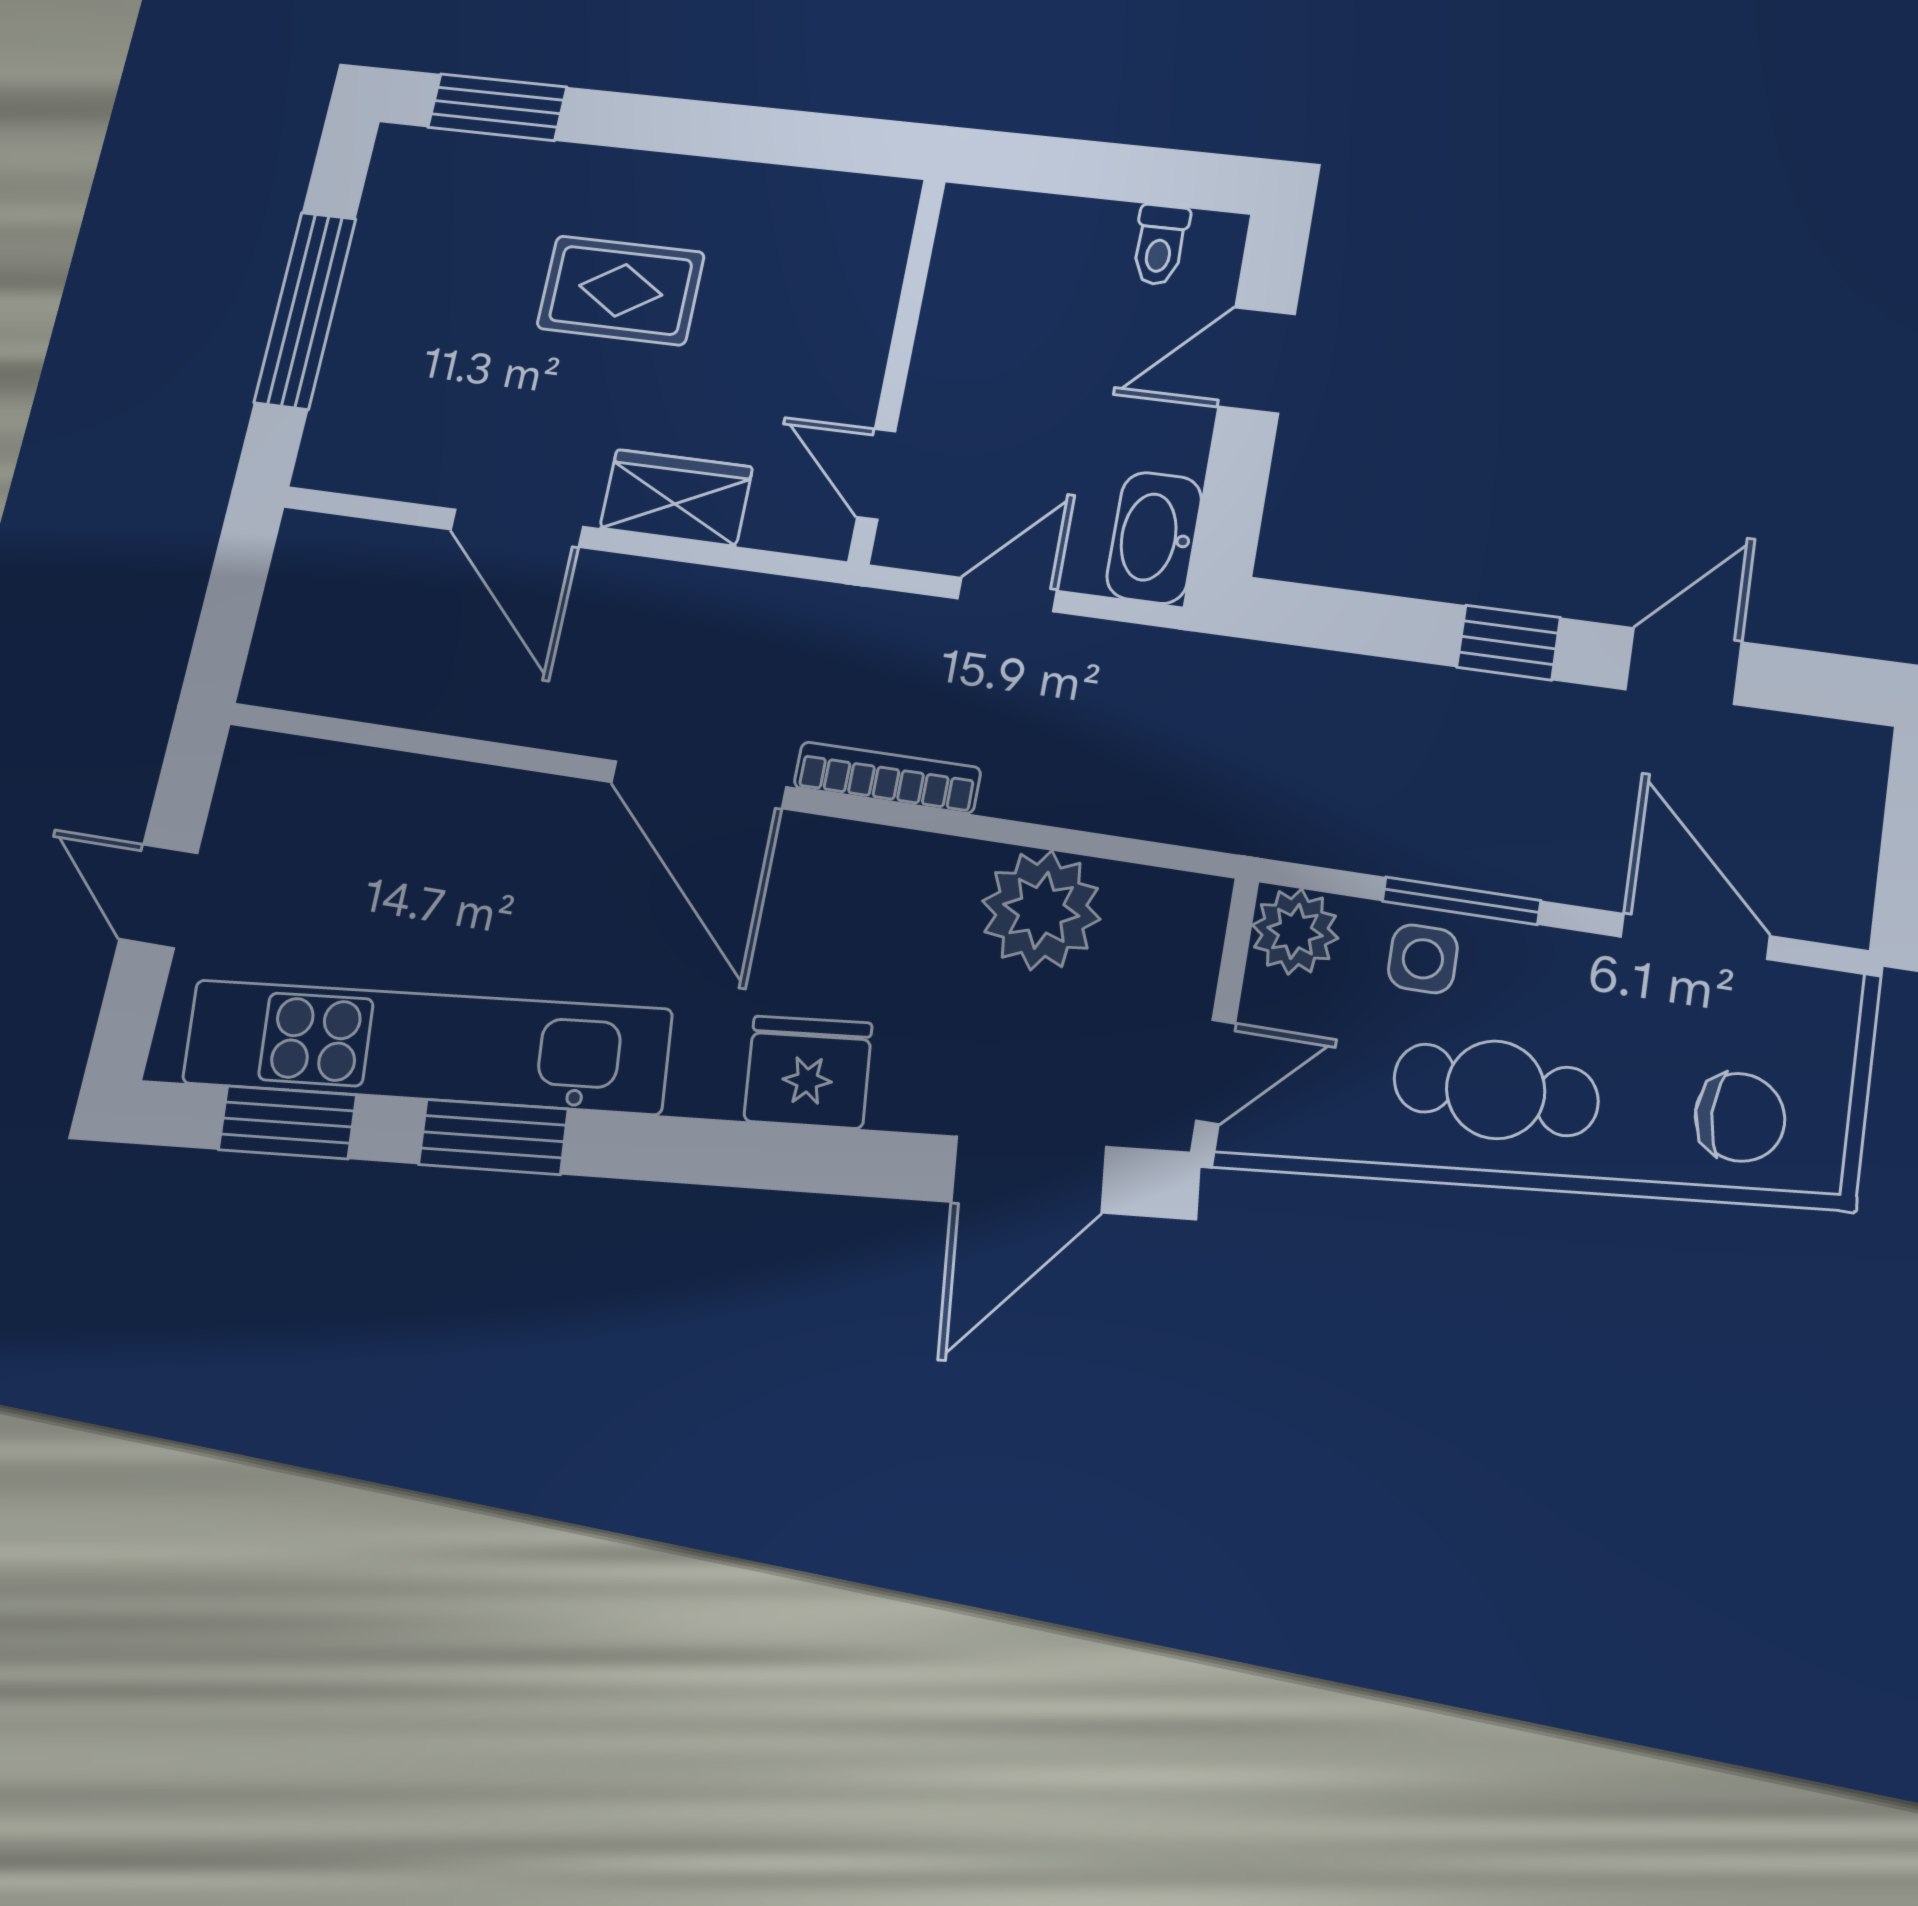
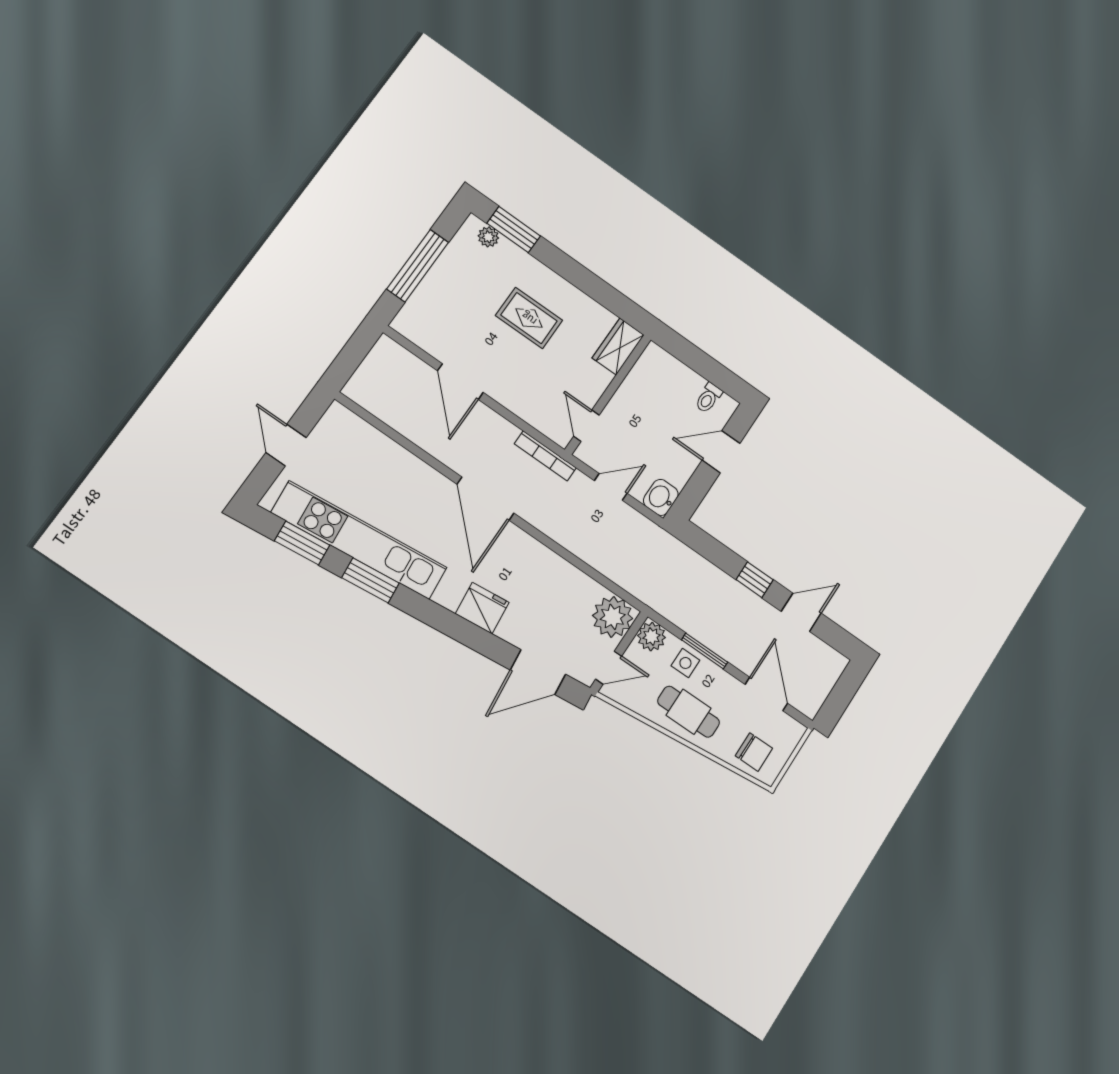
plant: (444, 156) -> (488, 237), added
wardrobe: (676, 498) -> (618, 346), moved, turned -90
washbasin: (1154, 538) -> (661, 497), width x0.72
bookcase: (887, 778) -> (545, 456), moved, turned 180
plant: (1041, 910) -> (613, 617), moved

